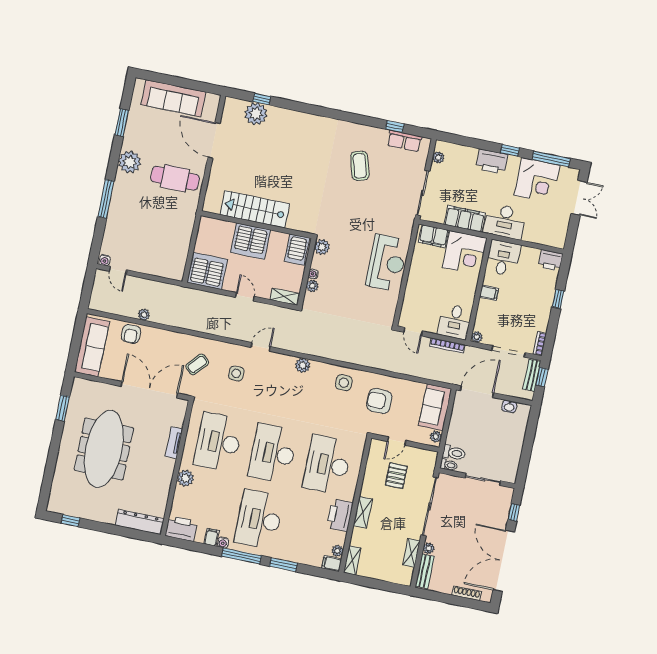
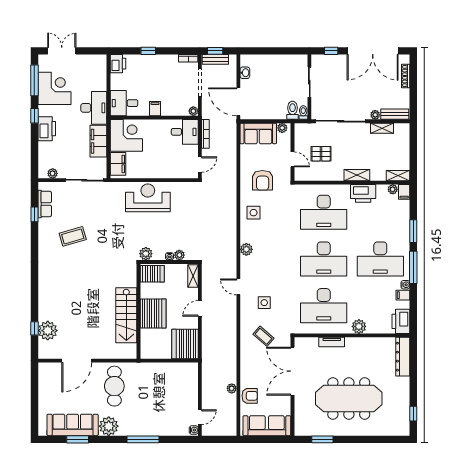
sofa: (173, 98) -> (73, 425), moved, turned -90

